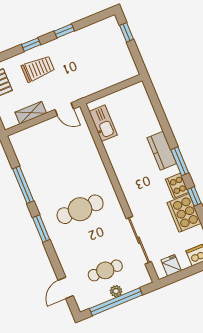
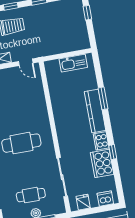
kitchen sink: (103, 123) -> (73, 63), moved, turned 90
kitchen counter: (162, 151) -> (95, 111), width x1.50
window: (180, 161) -> (103, 98), moved

